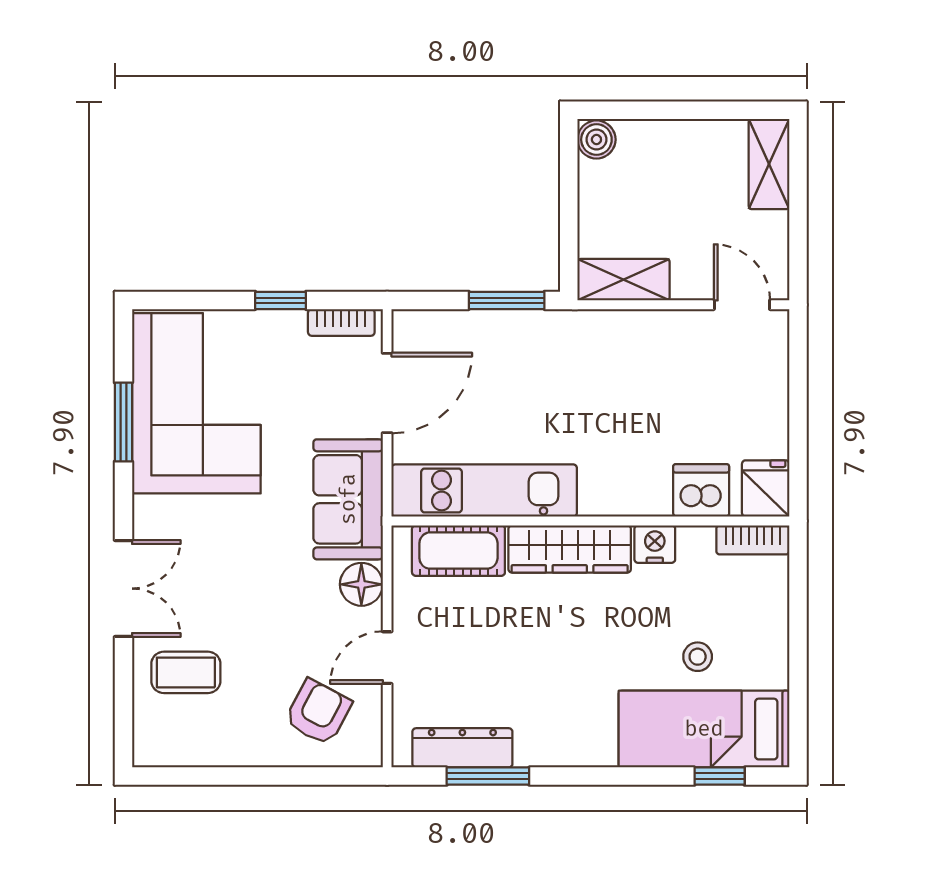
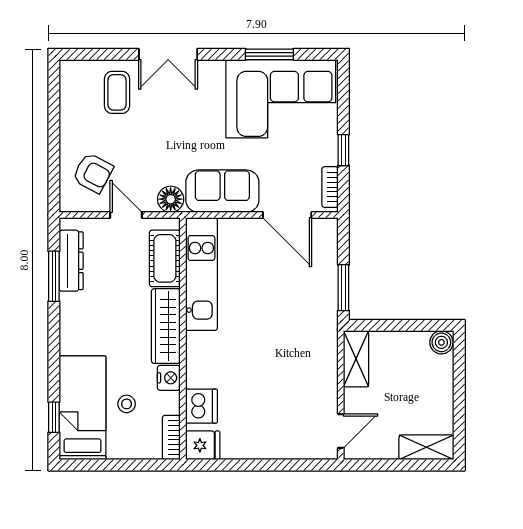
fridge: (766, 488) -> (203, 445), moved
dishwasher: (701, 490) -> (201, 406), moved
kitchen unit: (484, 491) -> (201, 274), moved
wall: (590, 521) -> (183, 339), moved
bookcase: (753, 540) -> (171, 438), moved
nightstand: (655, 544) -> (169, 378), moved
wardrobe: (570, 549) -> (166, 326), moved
cot: (458, 551) -> (165, 258), moved

